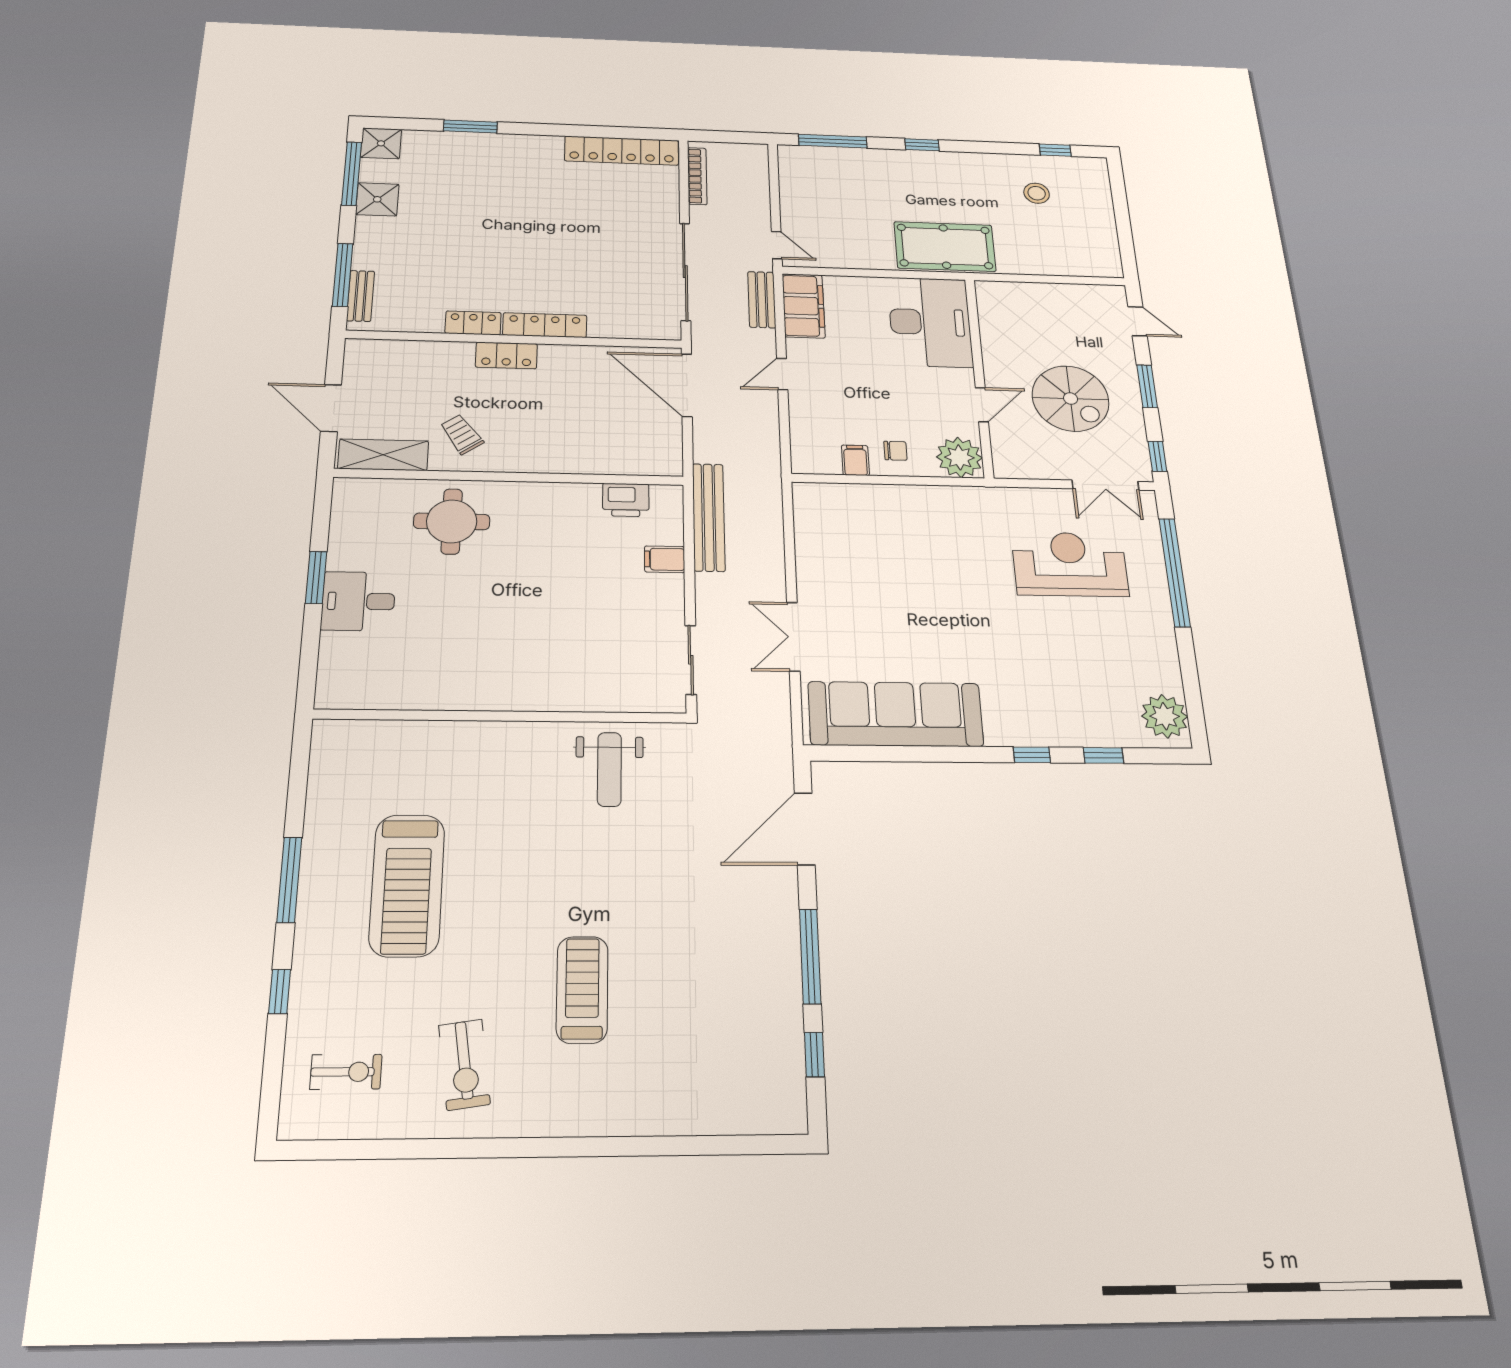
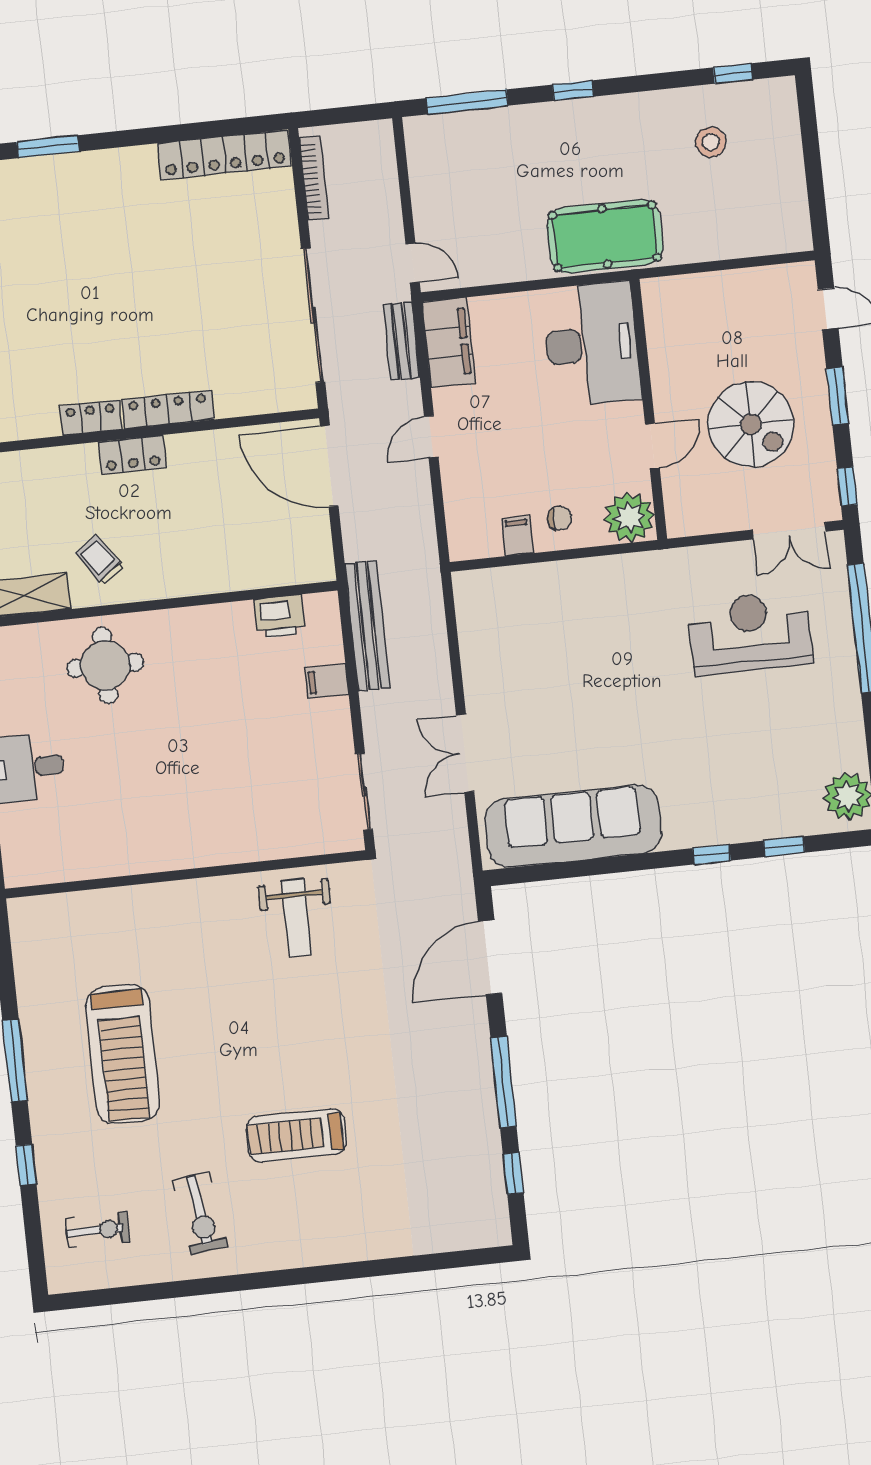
treadmill: (582, 990) -> (296, 1135), turned -90

